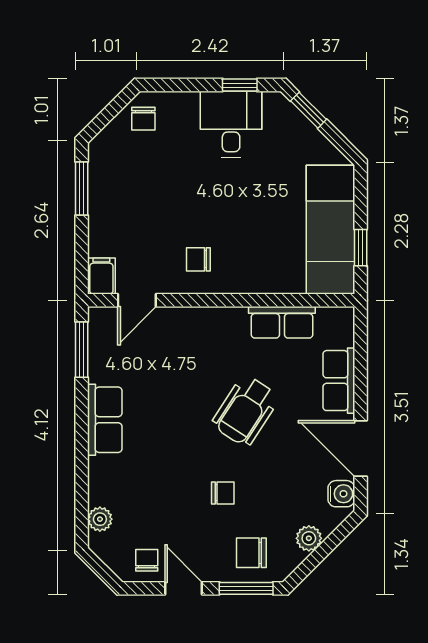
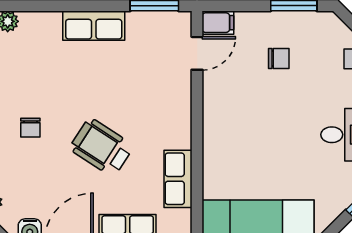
chair: (198, 259) -> (279, 59), moved, turned 90
door: (137, 300) -> (197, 53), swing flipped

